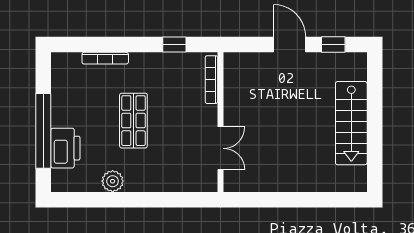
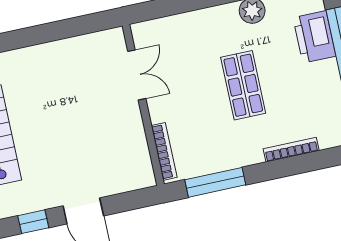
window: (174, 45) -> (215, 182), width x2.17
double door: (220, 148) -> (137, 75), swing flipped

